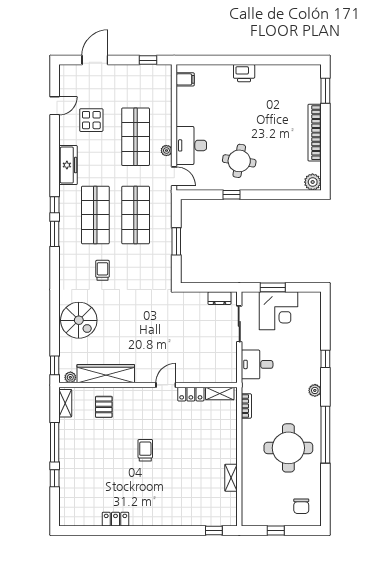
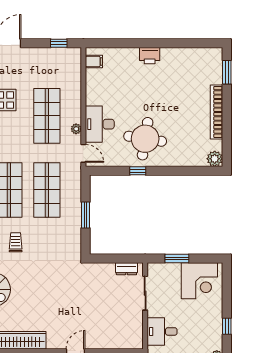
round table: (239, 161) -> (145, 139), width x1.36, depth x1.36
corner desk: (278, 311) -> (199, 281), moved

